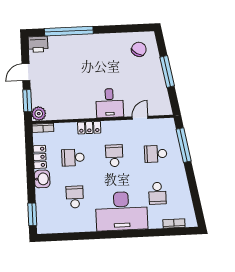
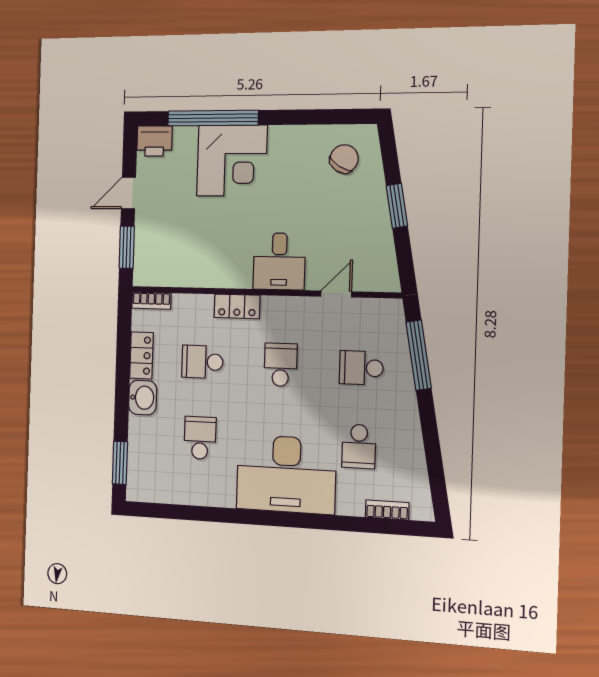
corner desk: (81, 53) -> (232, 161), added
window: (167, 72) -> (397, 206), width x0.69
plant: (39, 114) -> (146, 273), removed

